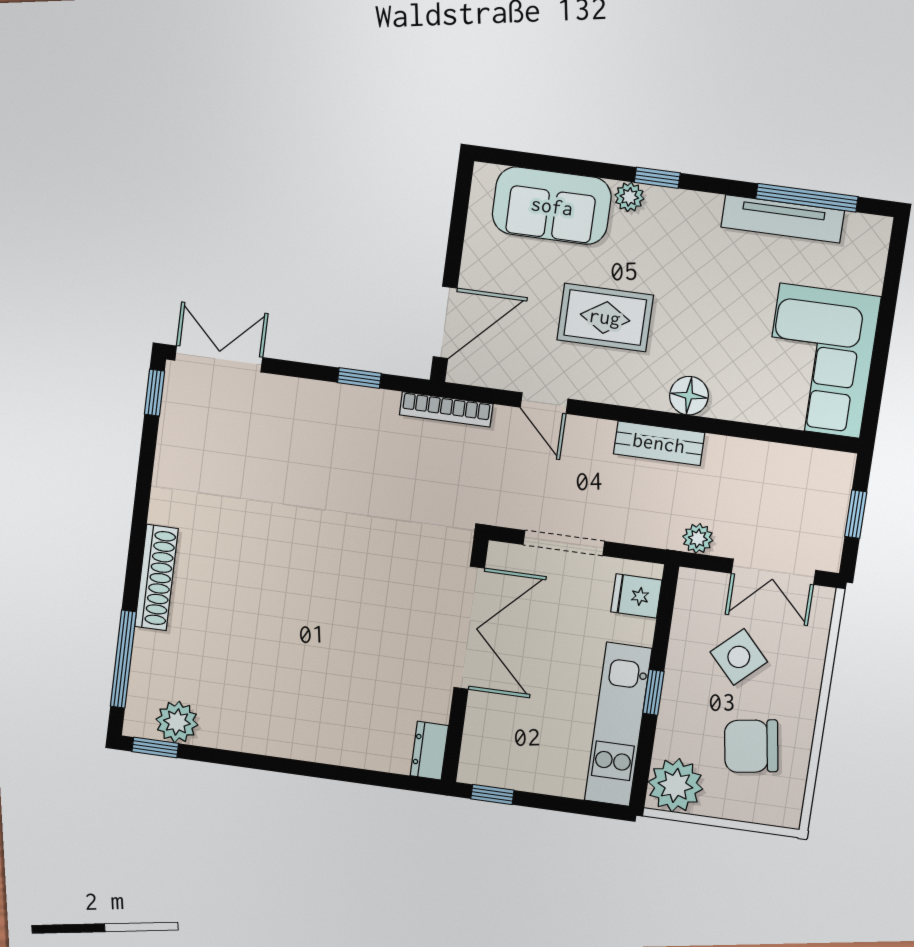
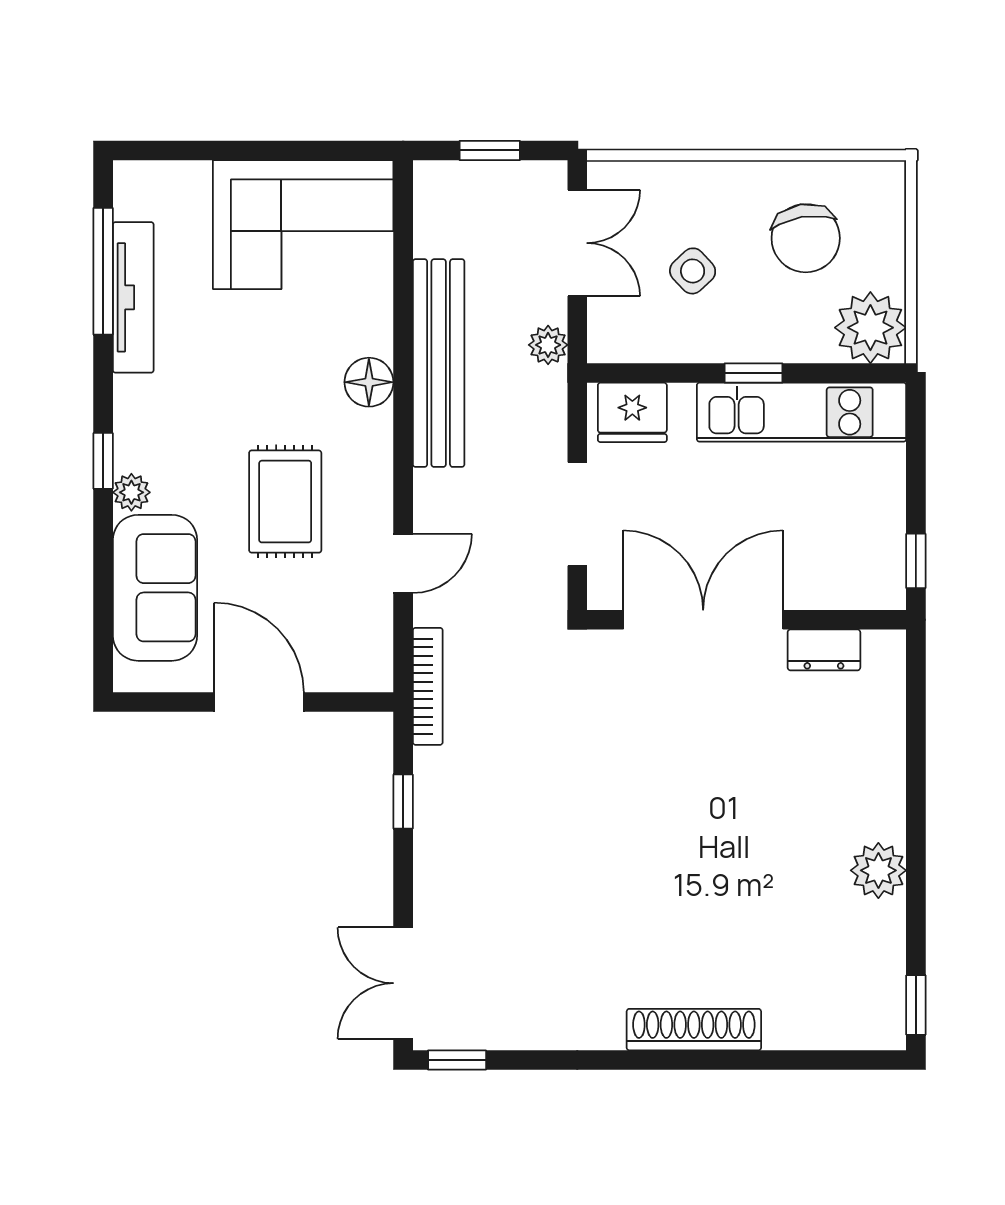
door: (445, 322) -> (259, 702), moved
bench: (659, 443) -> (439, 363), width x1.86, depth x1.21
fridge: (636, 596) -> (632, 412), width x1.38
side table: (739, 657) -> (693, 271), width x0.73, depth x0.73
window: (123, 659) -> (806, 1060), removed
plant: (177, 722) -> (878, 870), moved
dresser: (429, 751) -> (824, 650), moved

